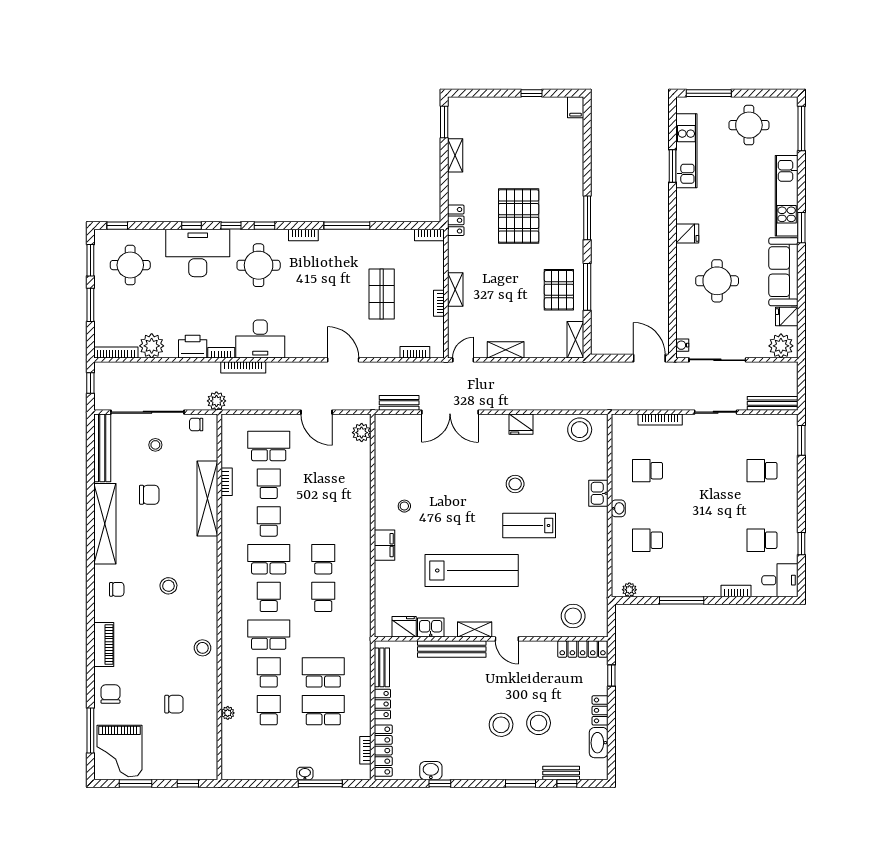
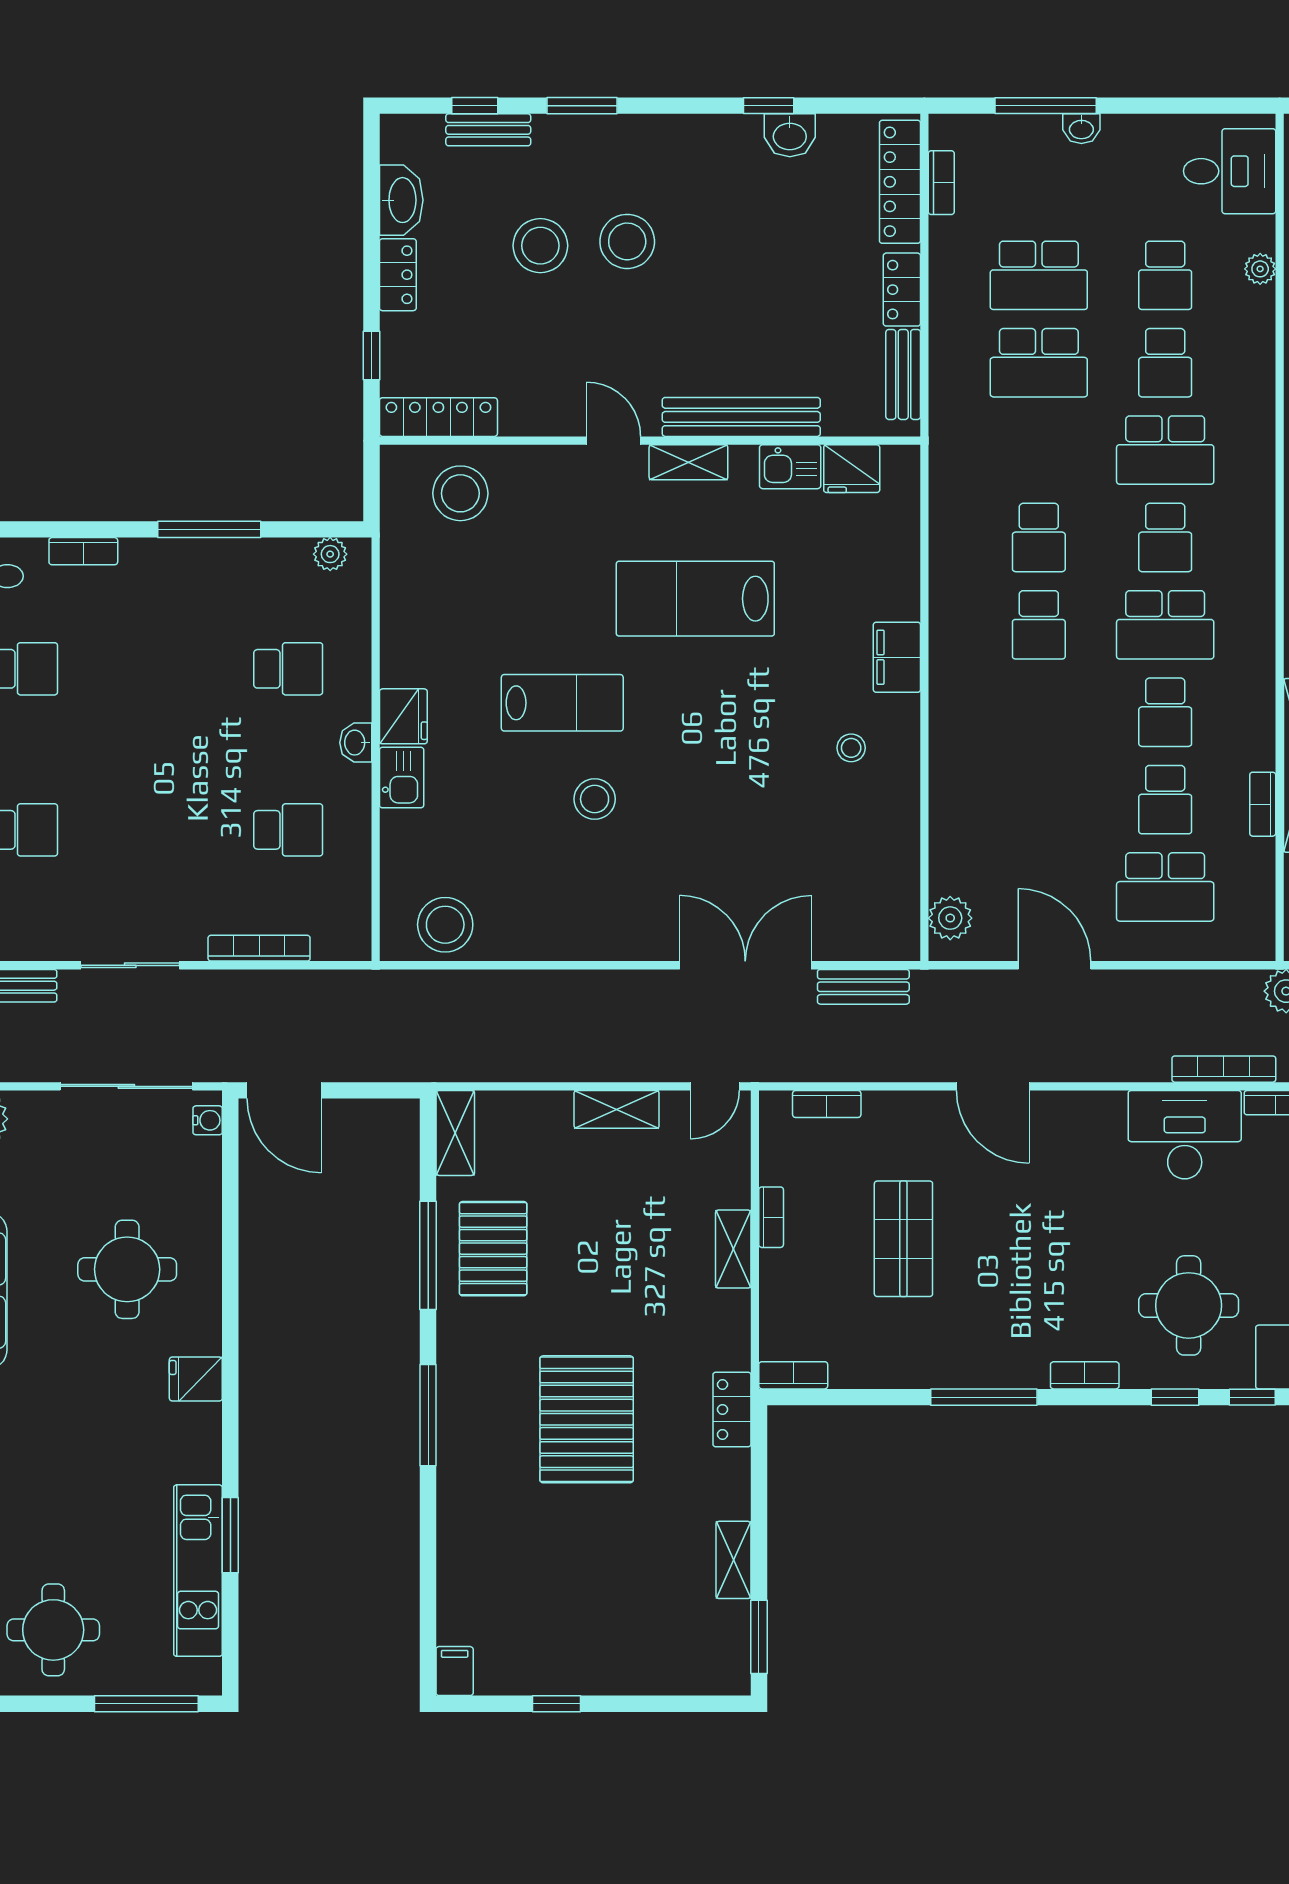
fridge: (521, 424) -> (403, 716), moved, turned 90
lab bench: (472, 570) -> (695, 599), width x0.73
desk: (241, 755) -> (1230, 171), added

